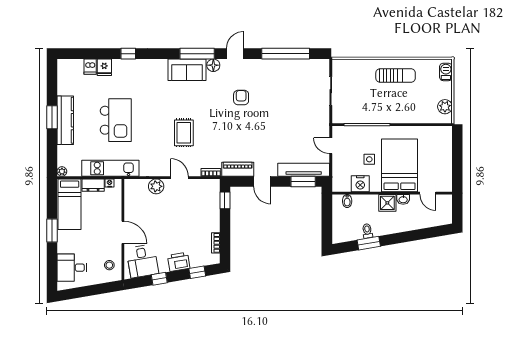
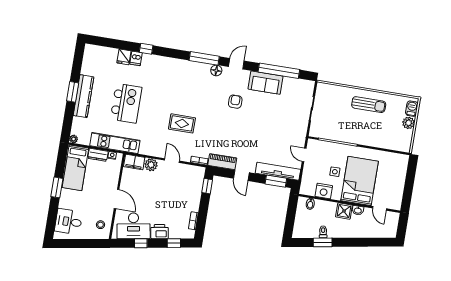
dishwasher: (90, 67) -> (136, 58), moved
sofa: (187, 70) -> (266, 83), moved
plant: (445, 107) -> (409, 123), moved
rug: (184, 133) -> (182, 123), turned 90
filing cabinet: (136, 186) -> (134, 162), added
desk: (142, 261) -> (134, 226), width x1.37

